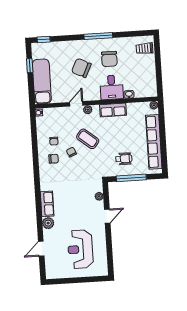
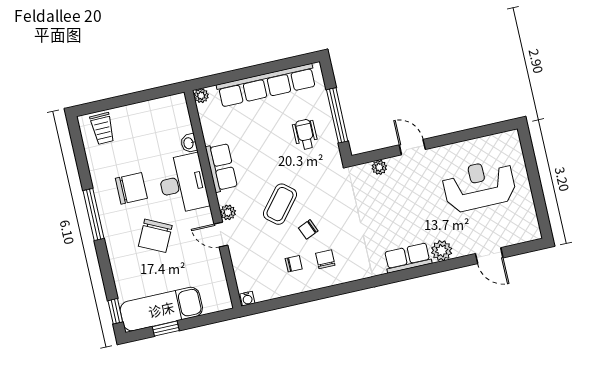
exam couch: (42, 81) -> (161, 309), moved
desk: (112, 87) -> (183, 184), width x1.37
reception desk: (80, 249) -> (479, 186), turned 180

